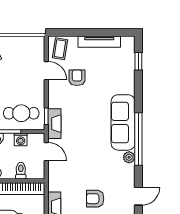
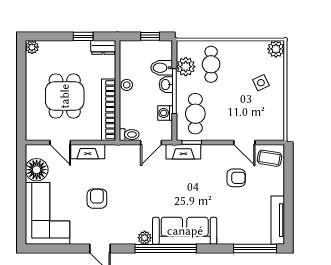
tv unit: (99, 42) -> (278, 220), moved
window: (138, 61) -> (255, 248), width x2.17
door: (46, 71) -> (244, 142), hinge flipped
toilet: (21, 171) -> (129, 135), moved

